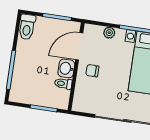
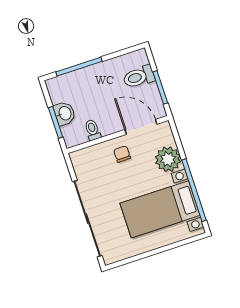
toilet: (27, 27) -> (139, 77), moved
plant: (109, 33) -> (168, 159), width x1.87, depth x1.87
washbasin: (66, 68) -> (64, 113), moved, turned 90

